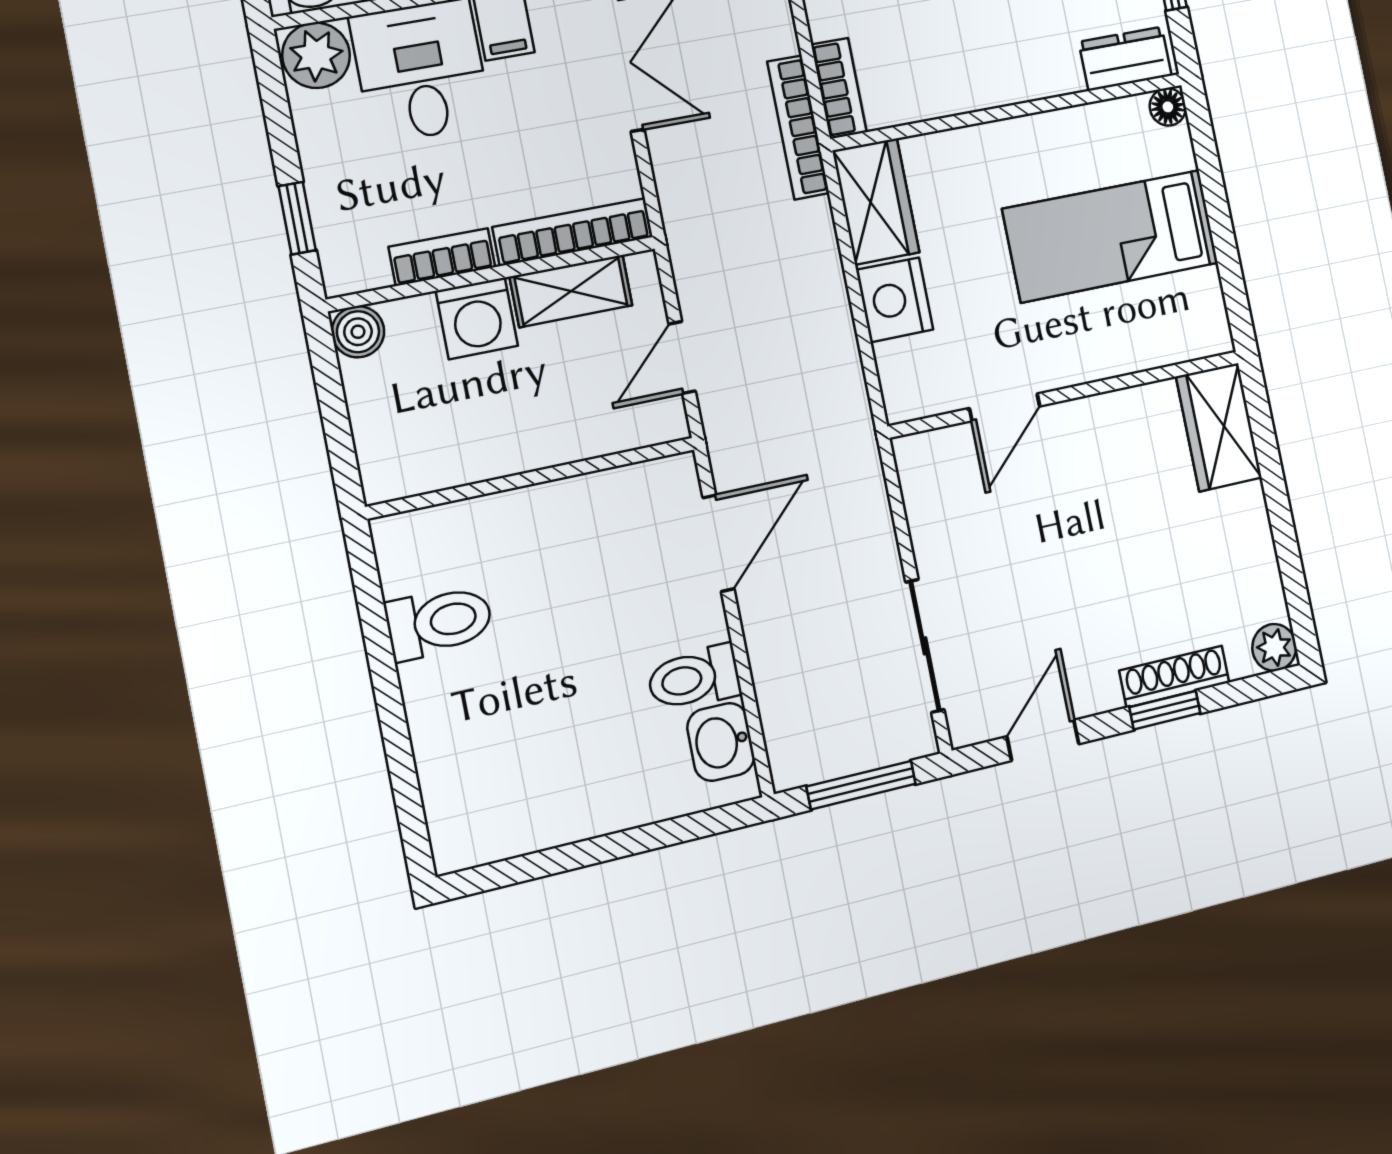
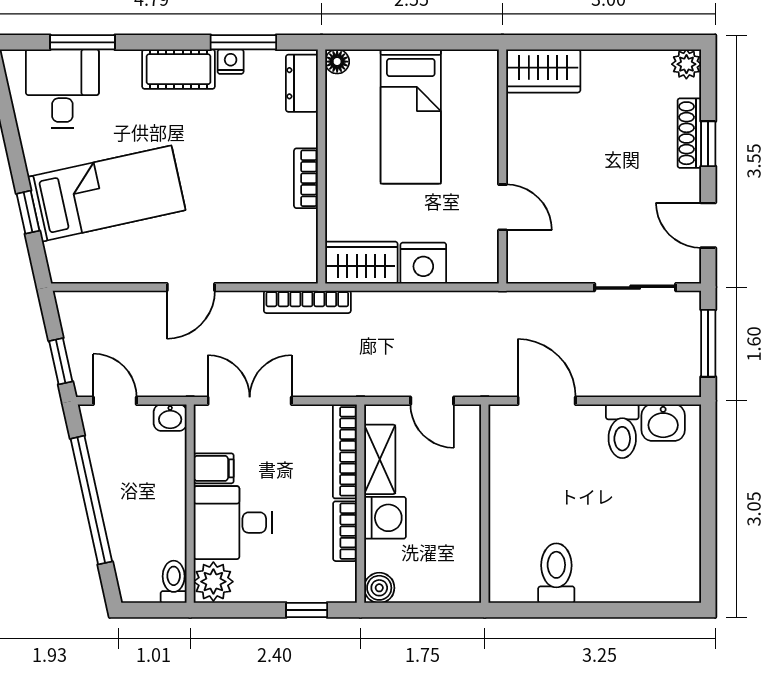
bookcase: (839, 88) -> (306, 178), moved, turned -90

